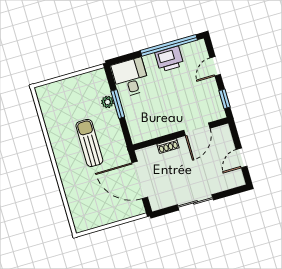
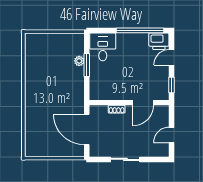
printer: (169, 59) -> (159, 41), moved
sun lounger: (89, 143) -> (56, 89), removed

